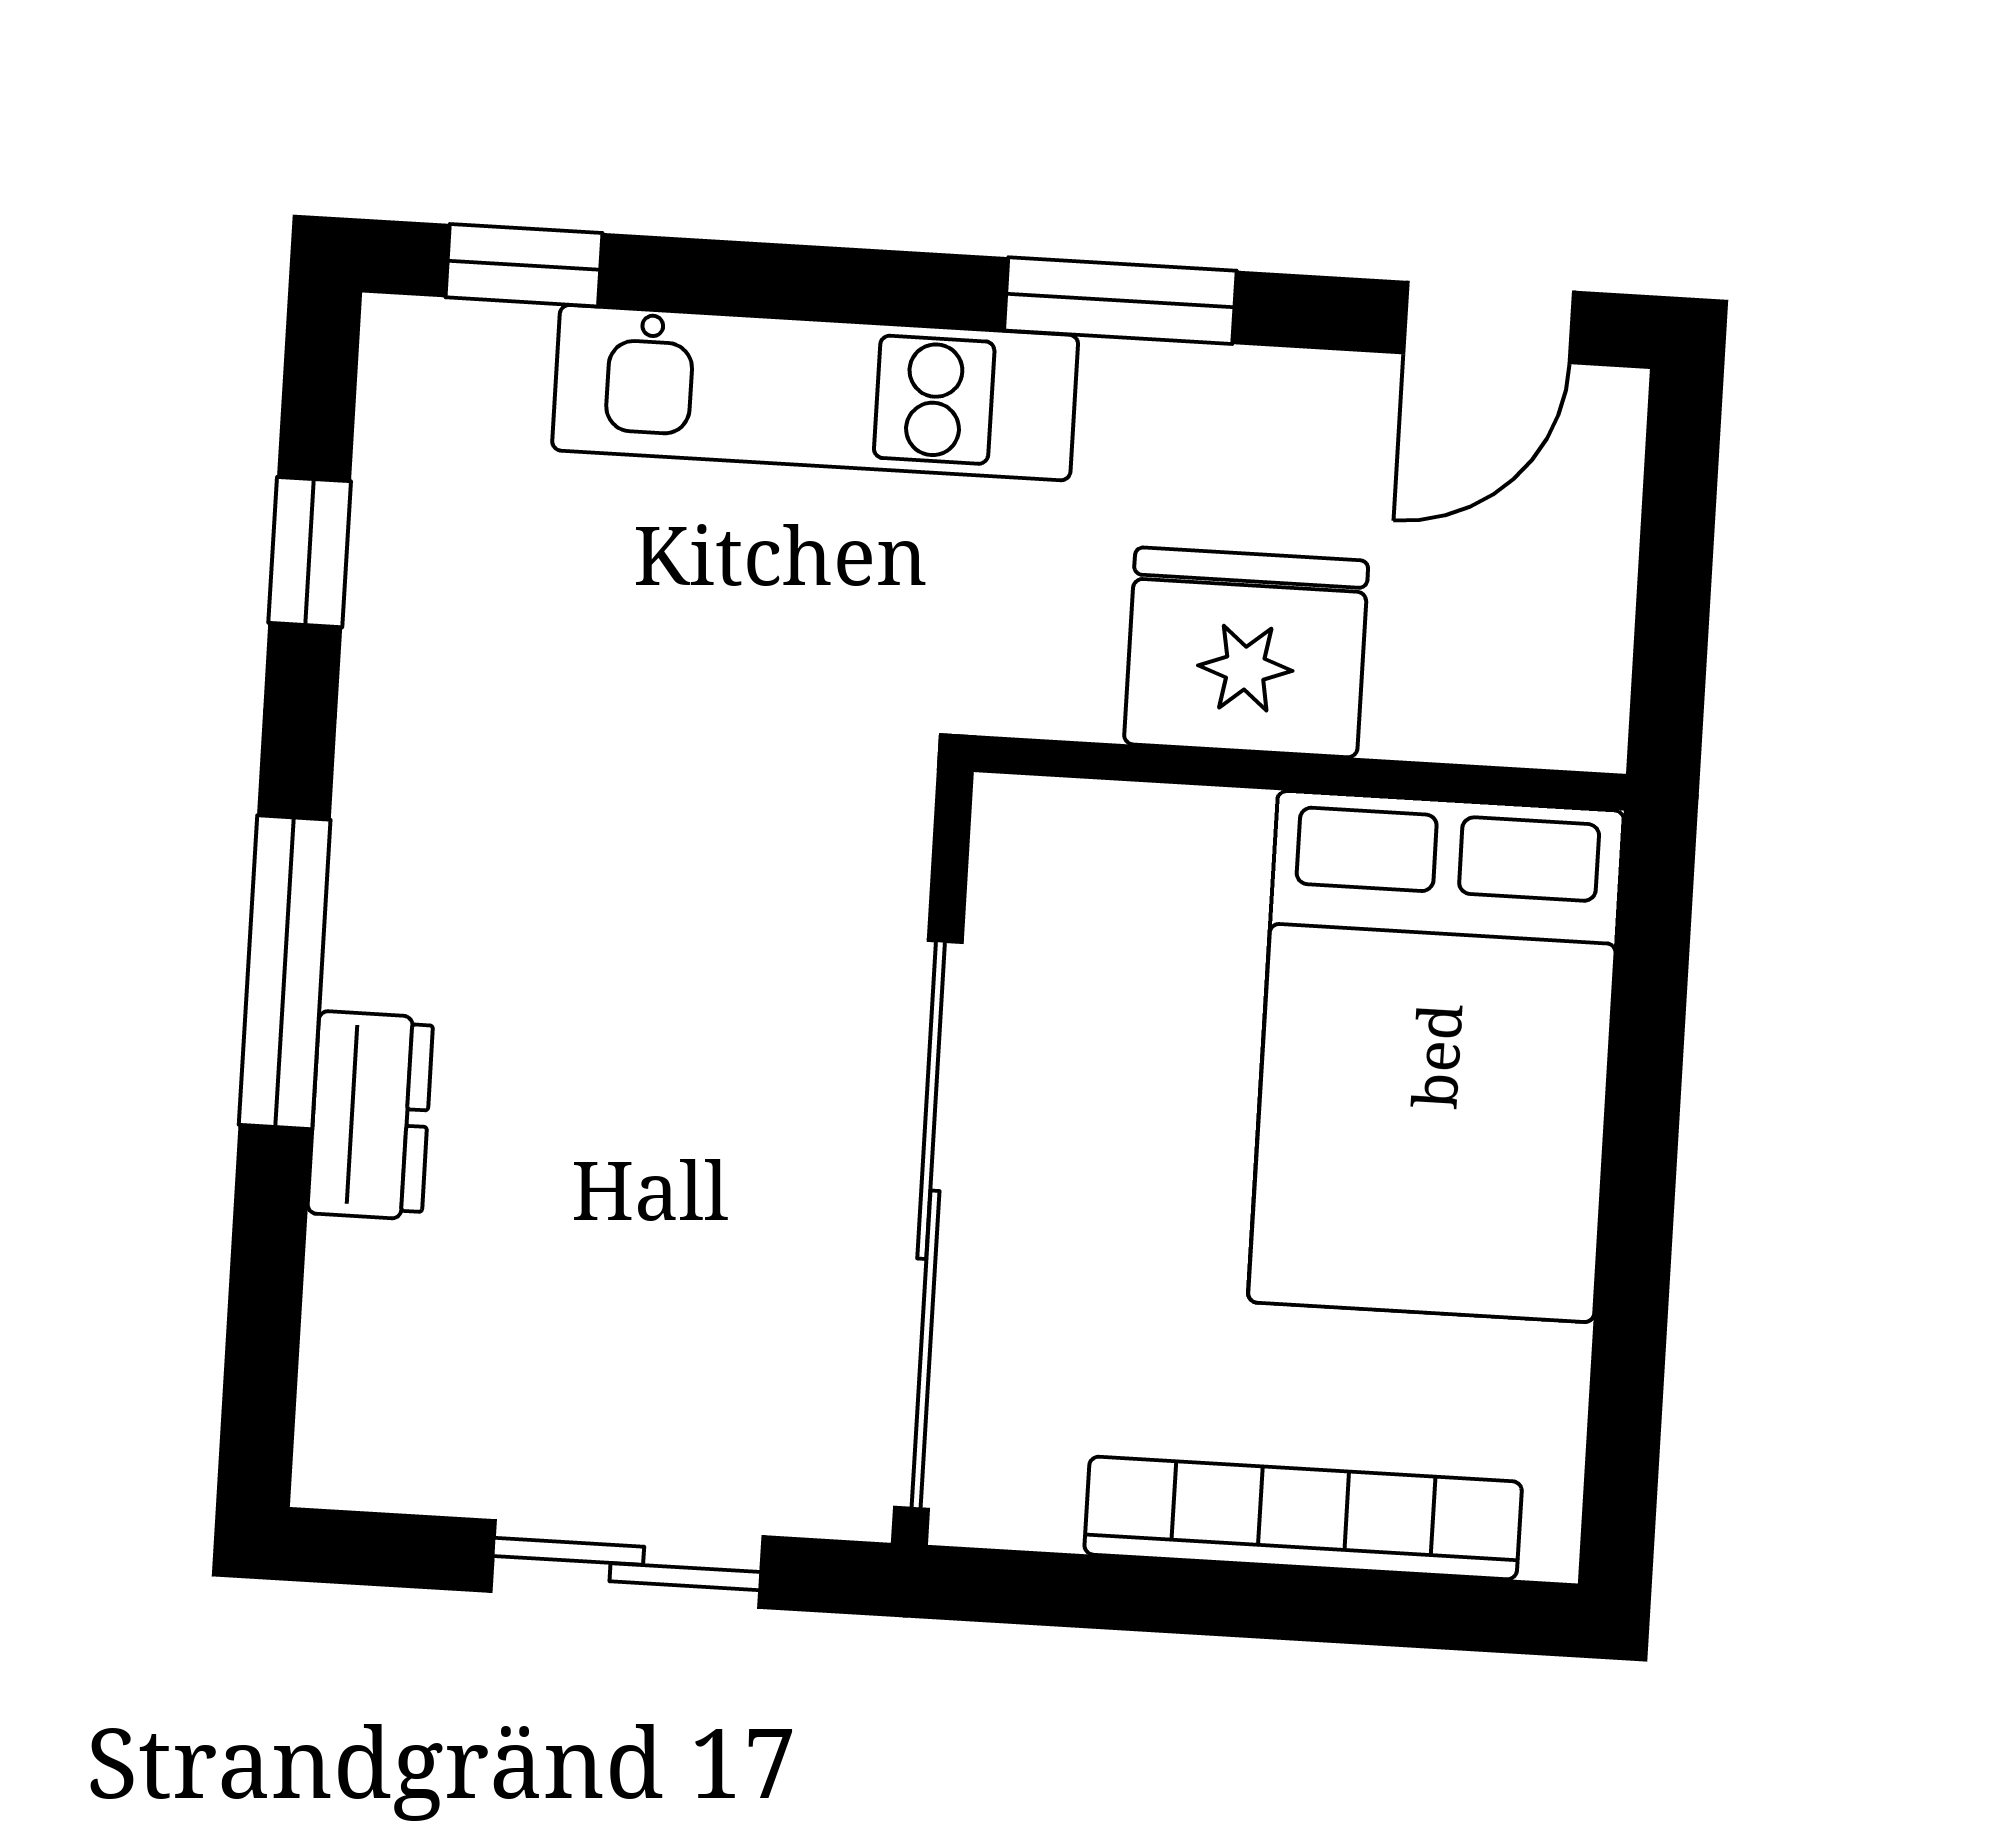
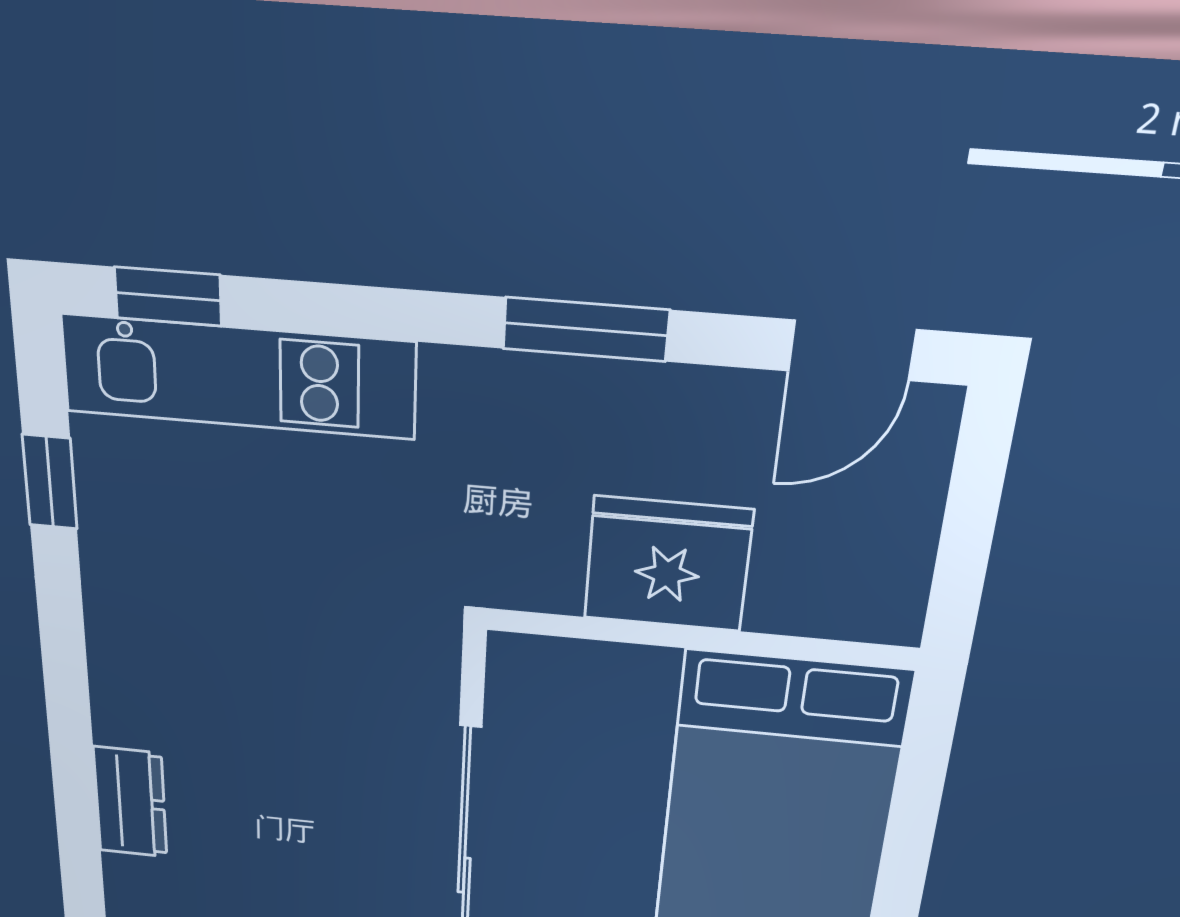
kitchen unit: (815, 393) -> (238, 377), moved
window: (285, 972) -> (70, 724), removed

